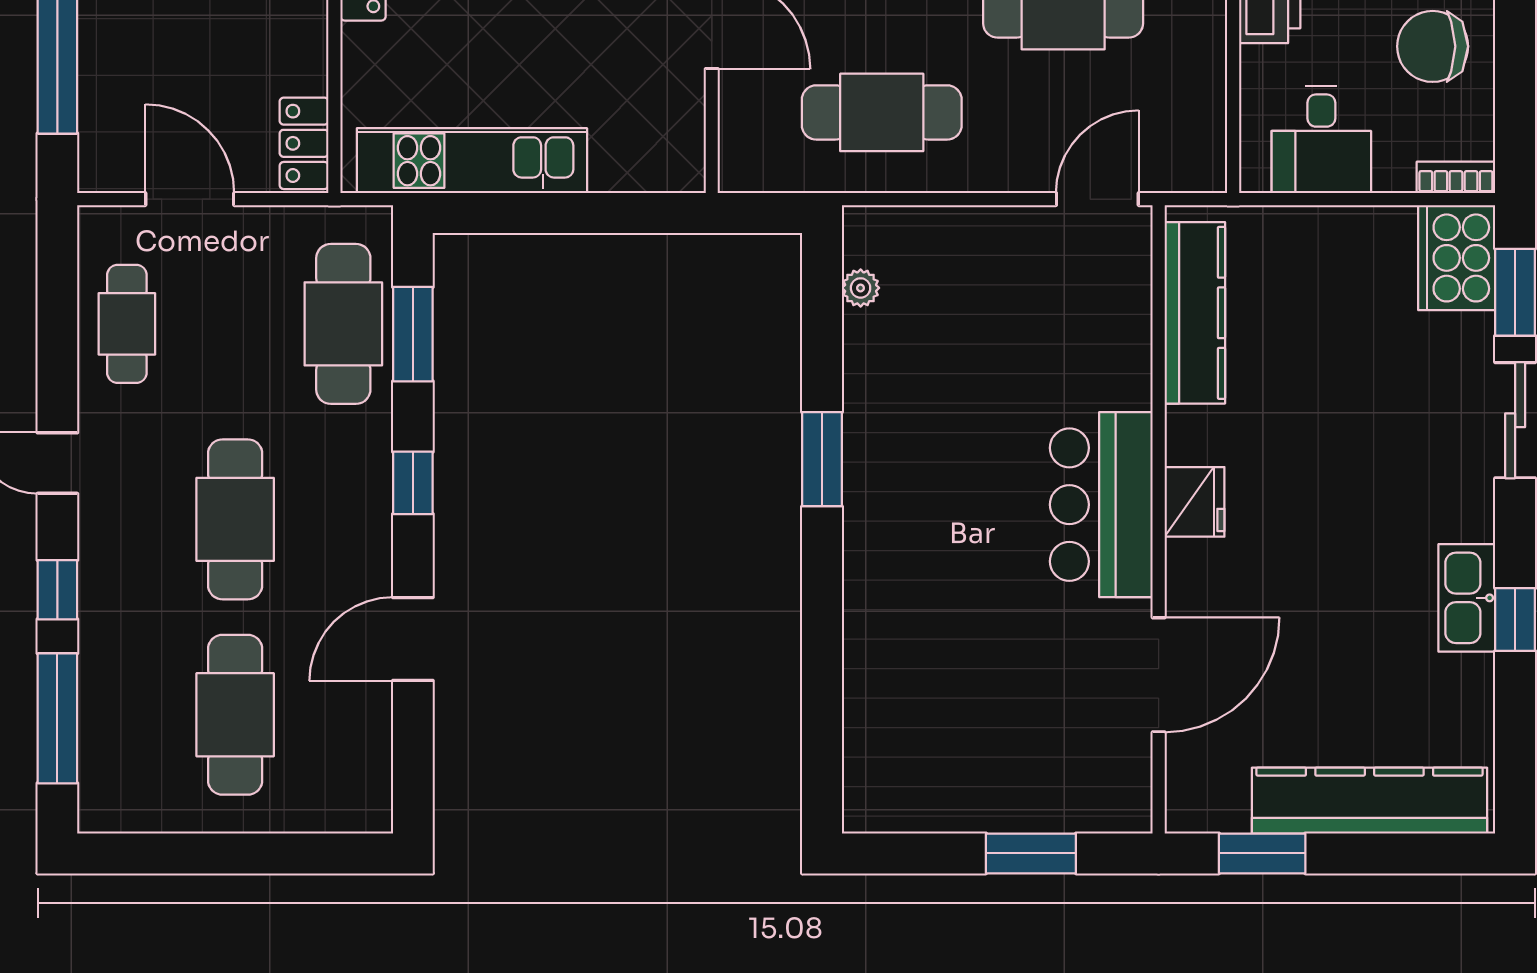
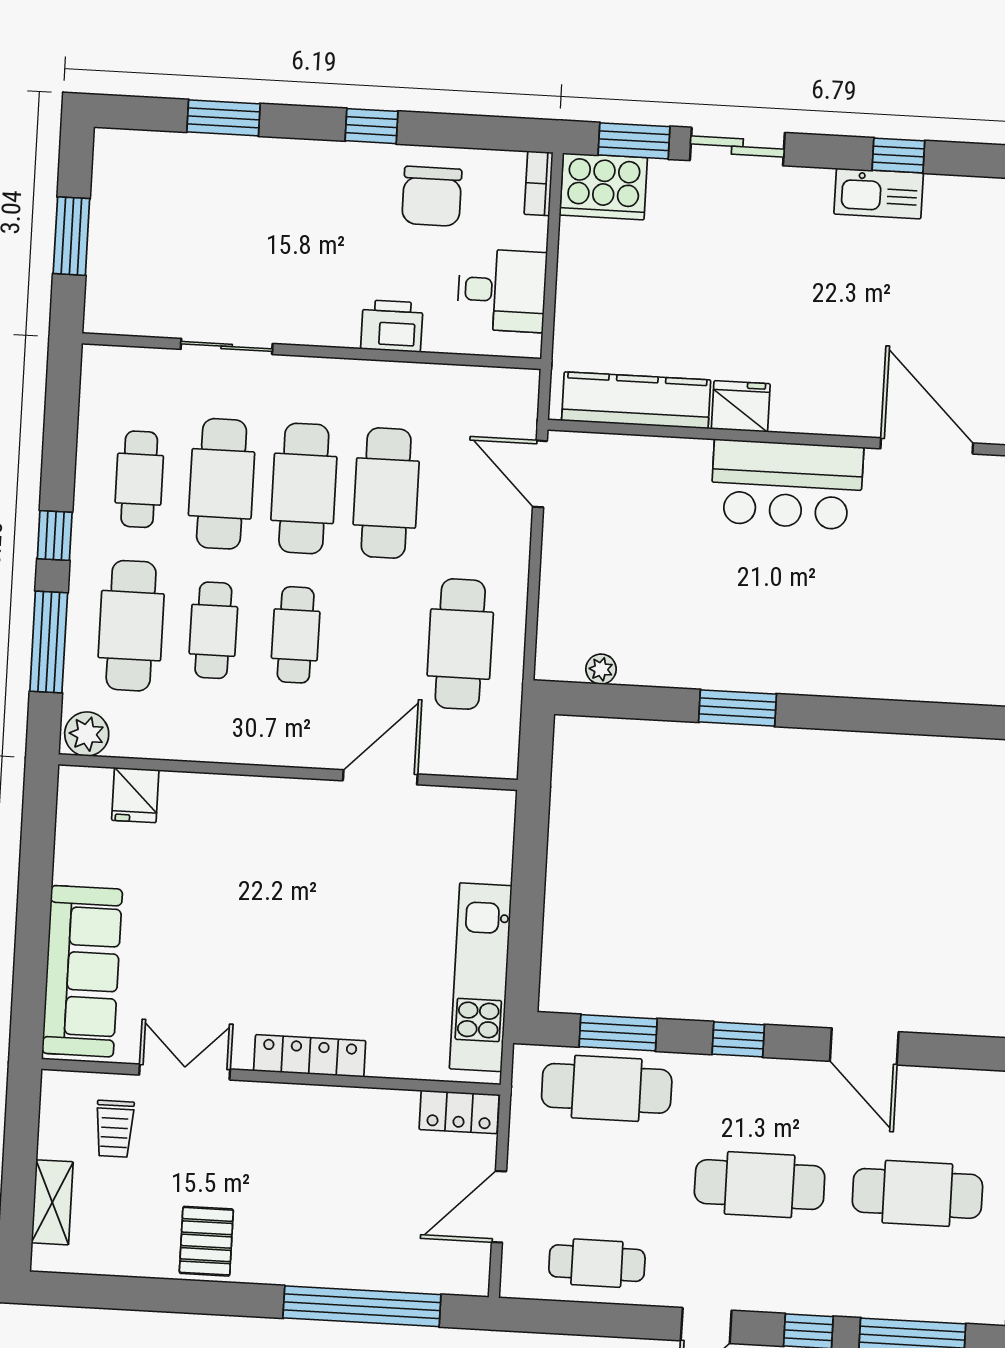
fridge: (1195, 502) -> (741, 406), moved

